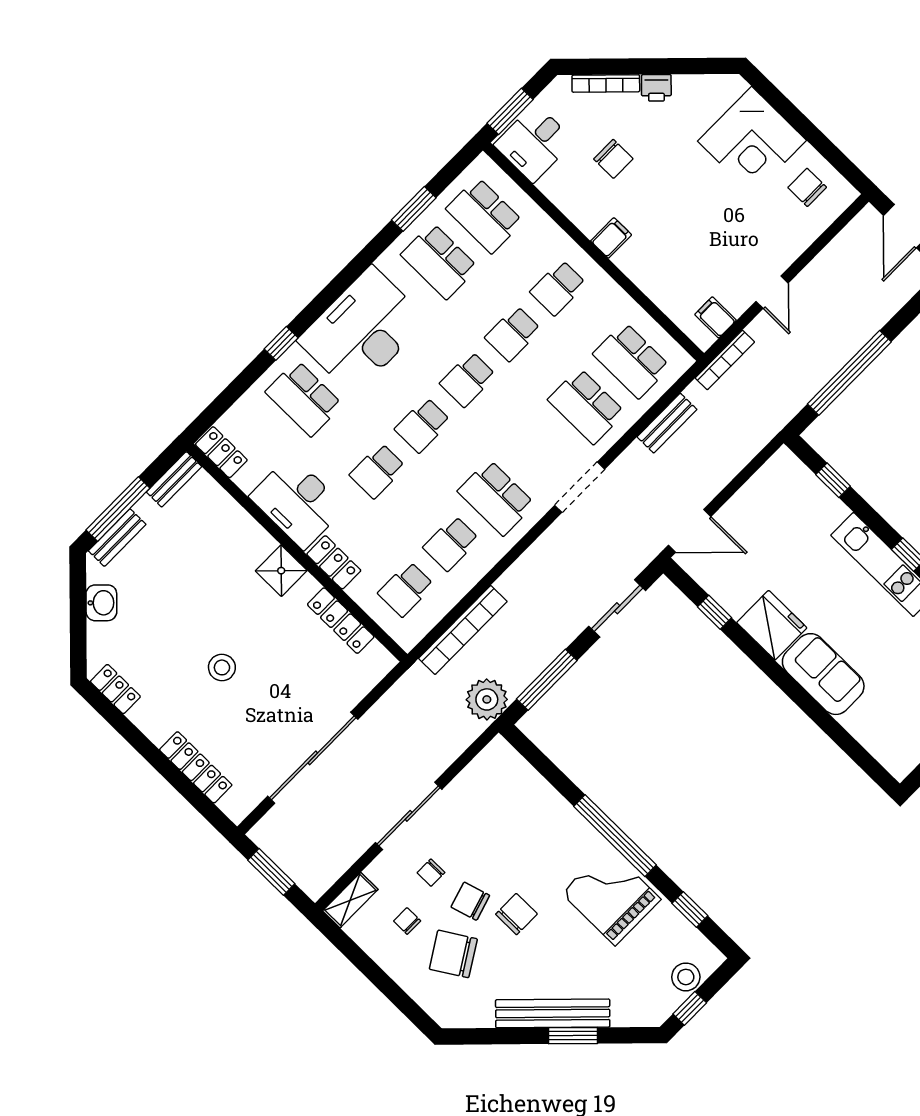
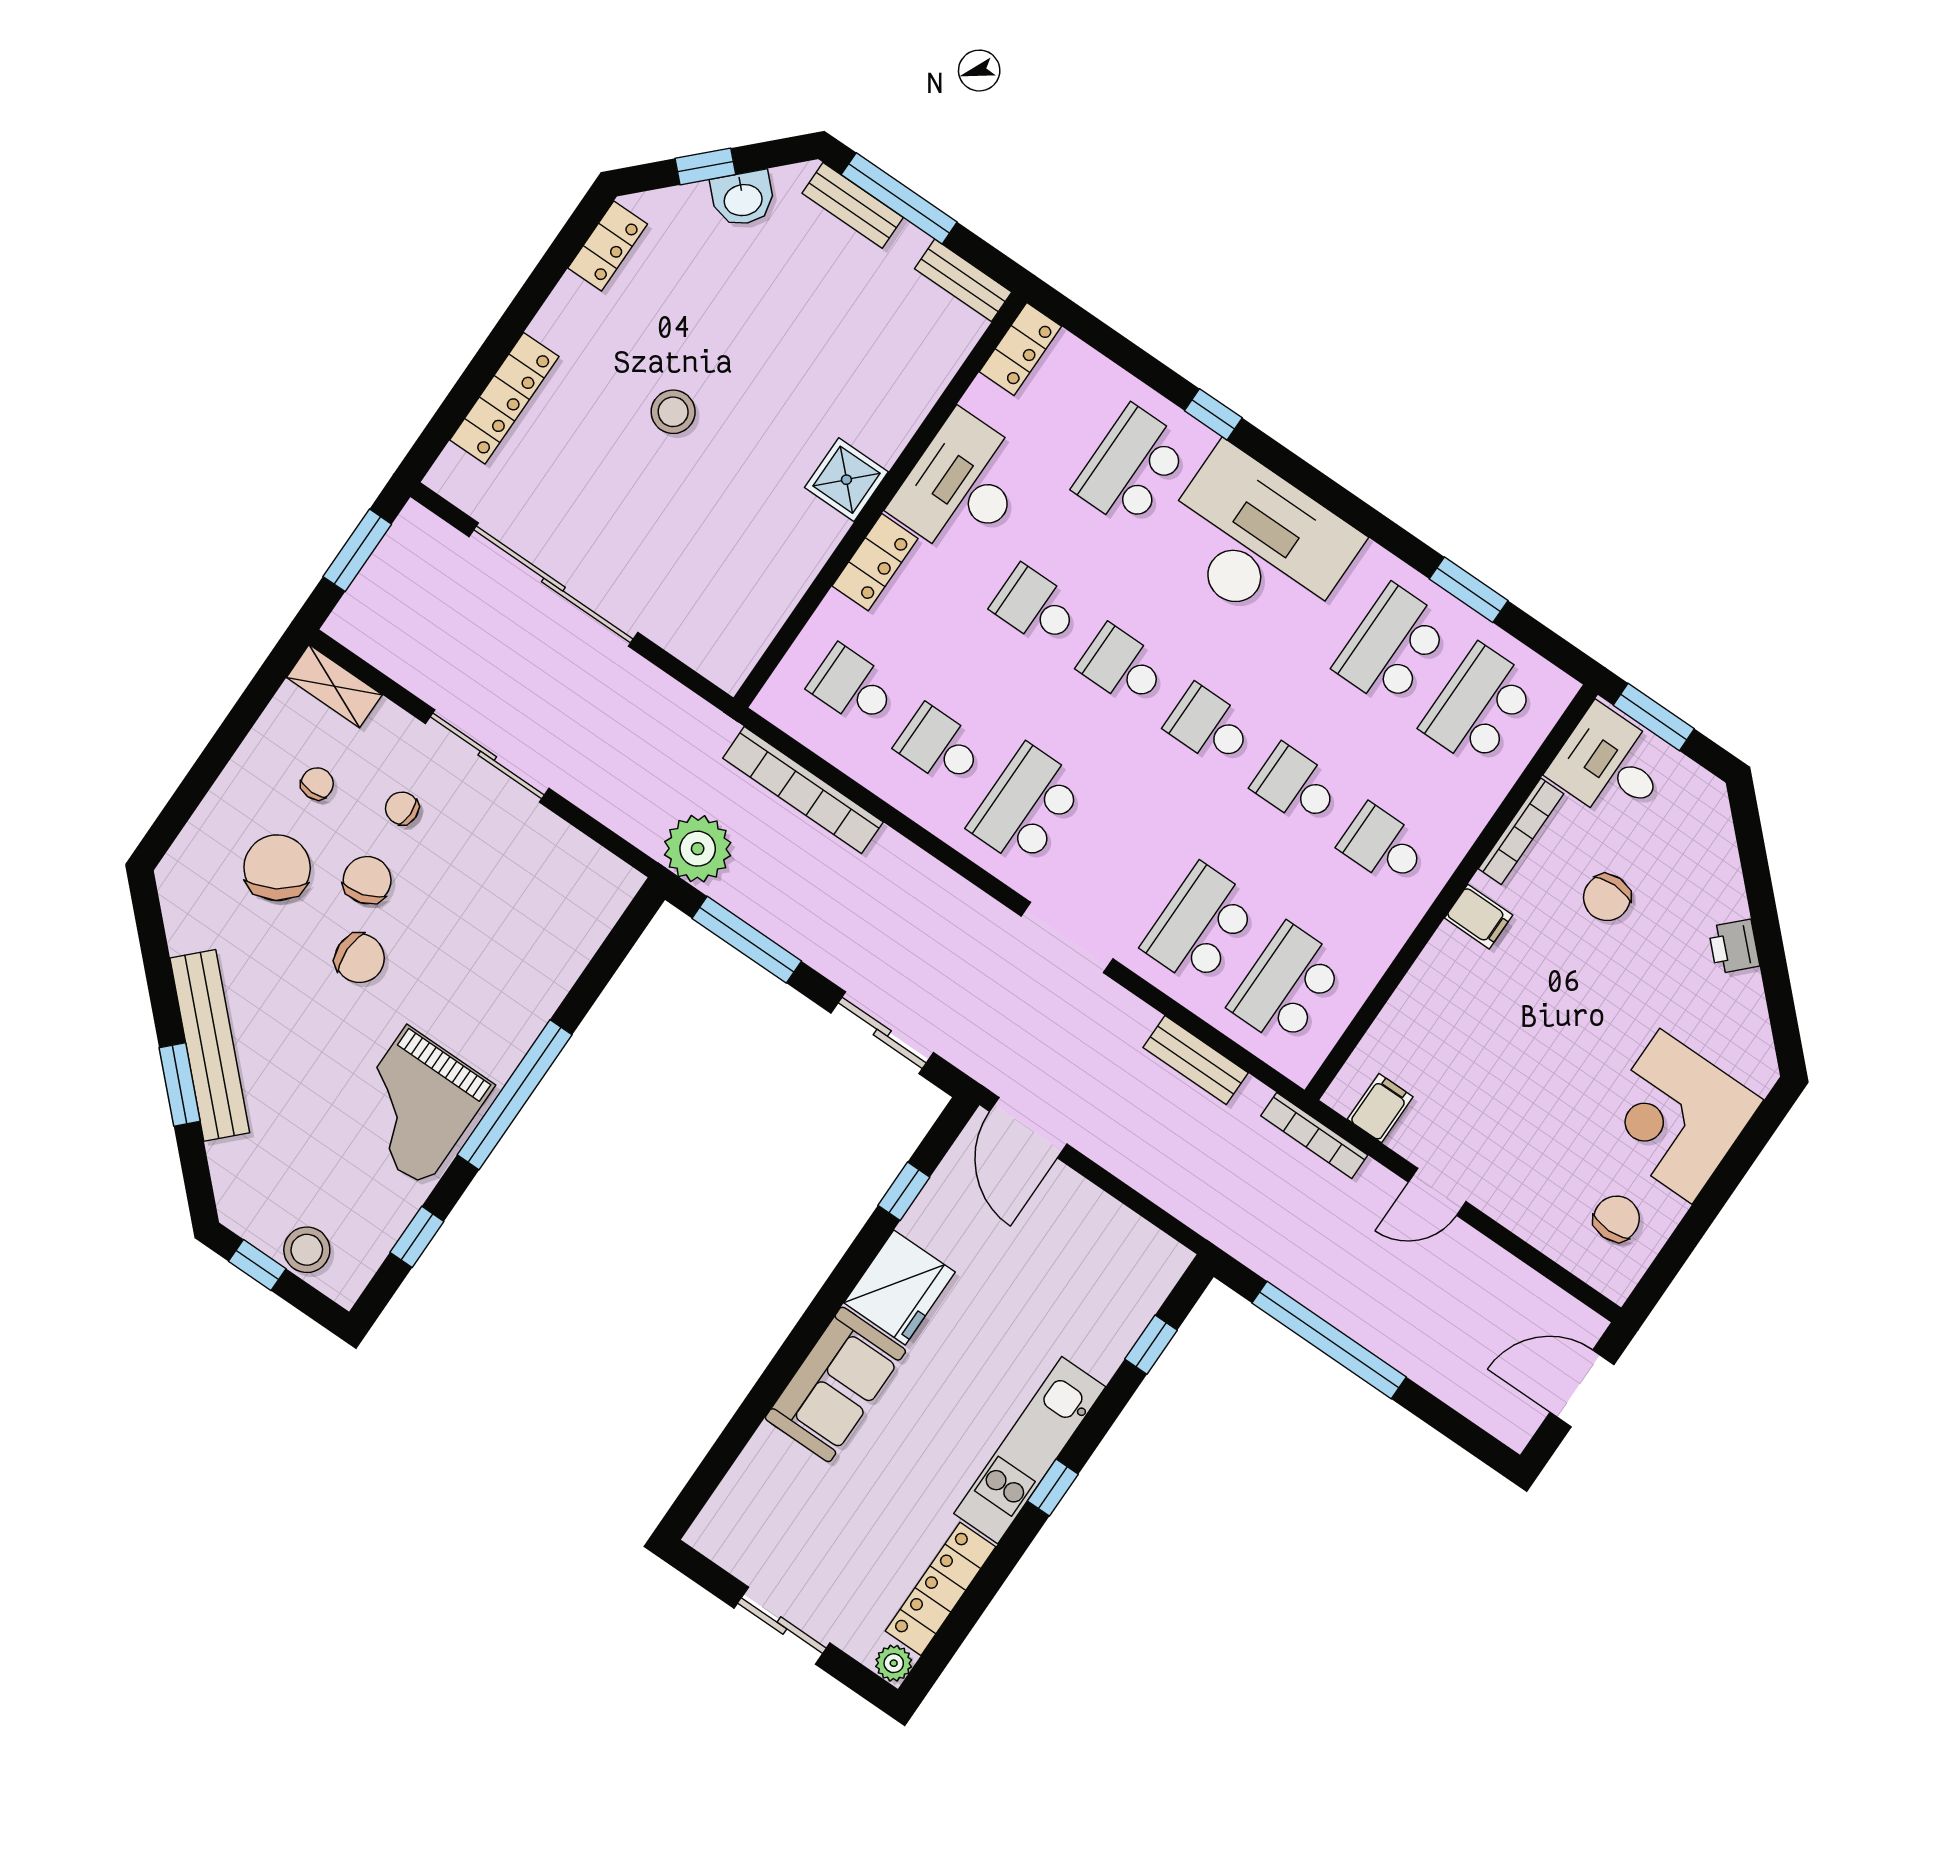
bookcase: (606, 83) -> (1521, 831), moved, turned -135
locker: (341, 621) -> (783, 590), removed
window: (78, 622) -> (705, 166), added
grand piano: (611, 896) -> (416, 1106), turned 180

